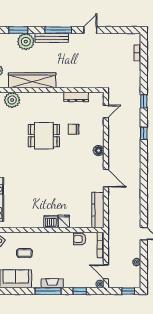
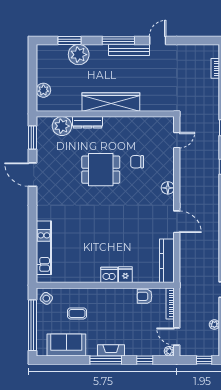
bench: (52, 38) -> (129, 50), moved
wardrobe: (32, 80) -> (111, 102), moved
dresser: (76, 97) -> (87, 122), moved

